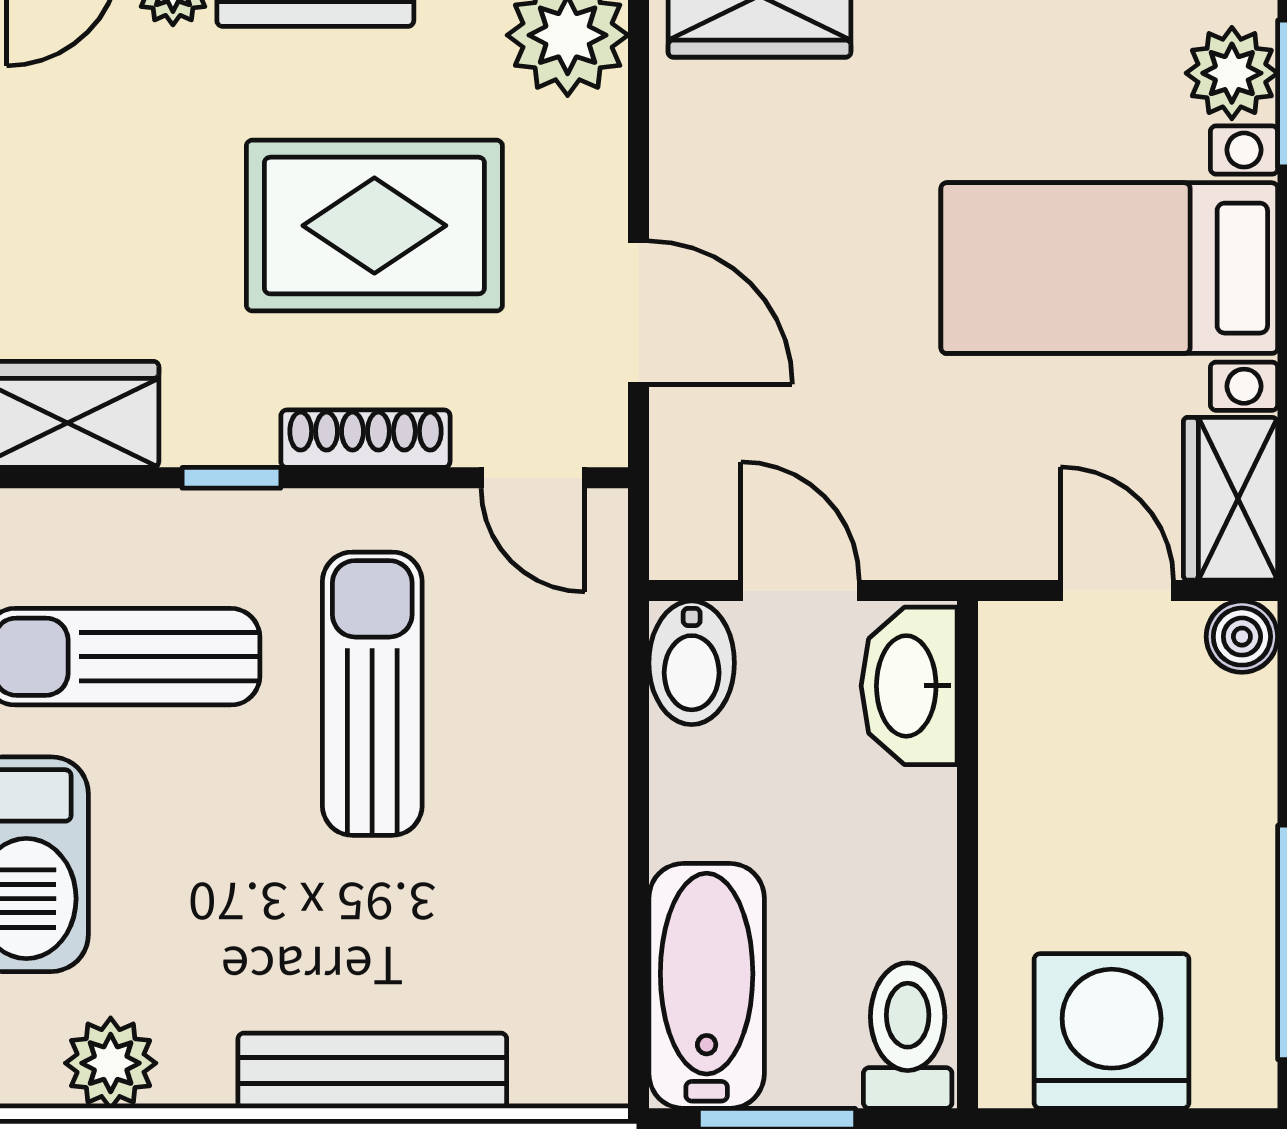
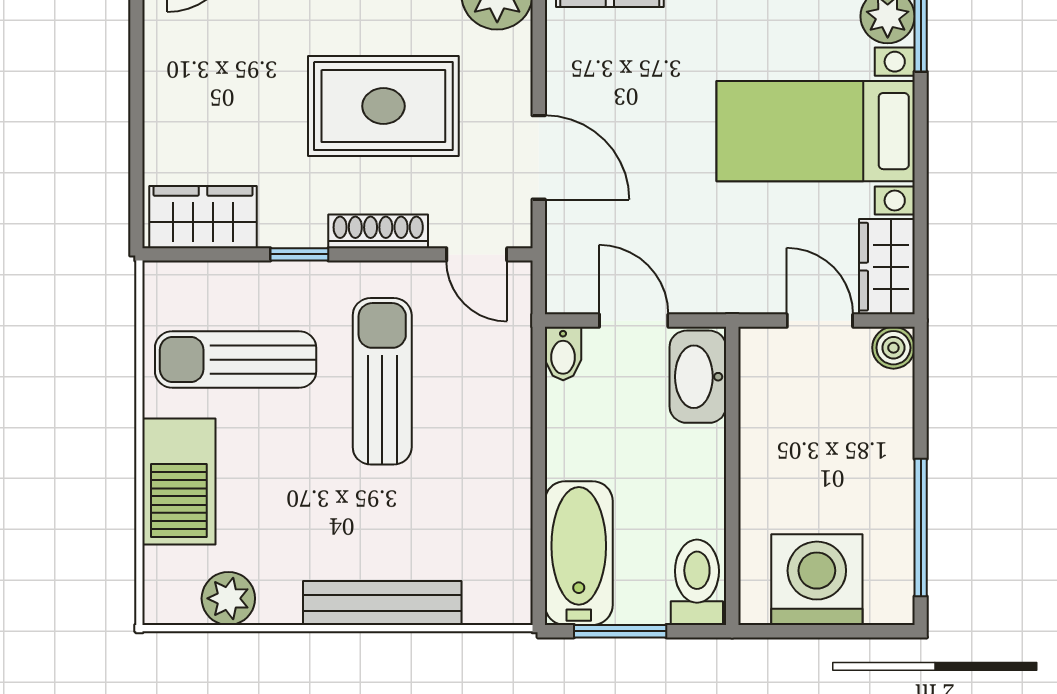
bidet: (692, 663) -> (563, 353), width x0.72, depth x0.74

